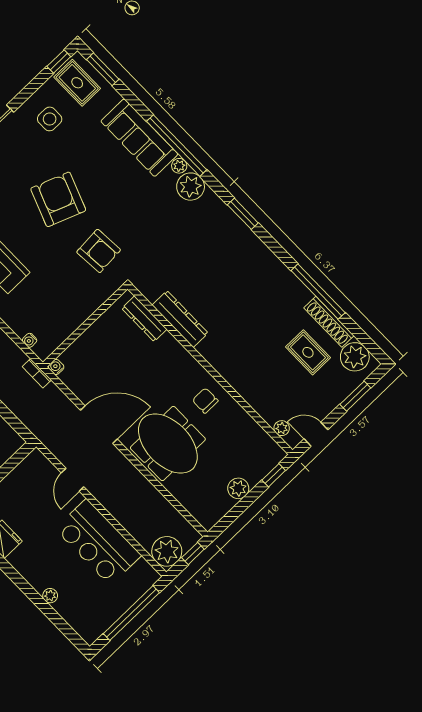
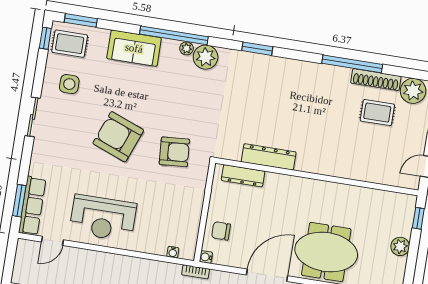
sofa: (139, 138) -> (134, 48), width x0.73
chair: (205, 401) -> (221, 231), moved
plant: (282, 428) -> (399, 181), removed

